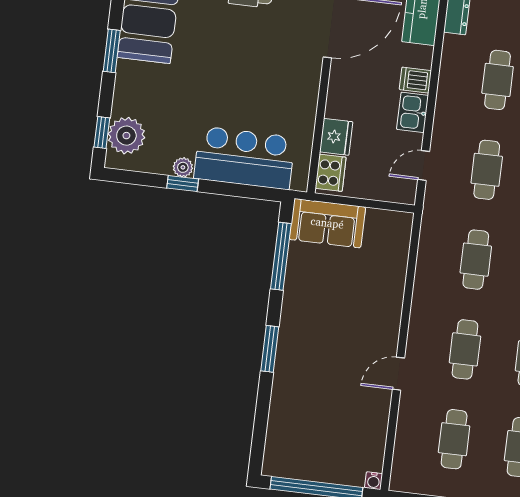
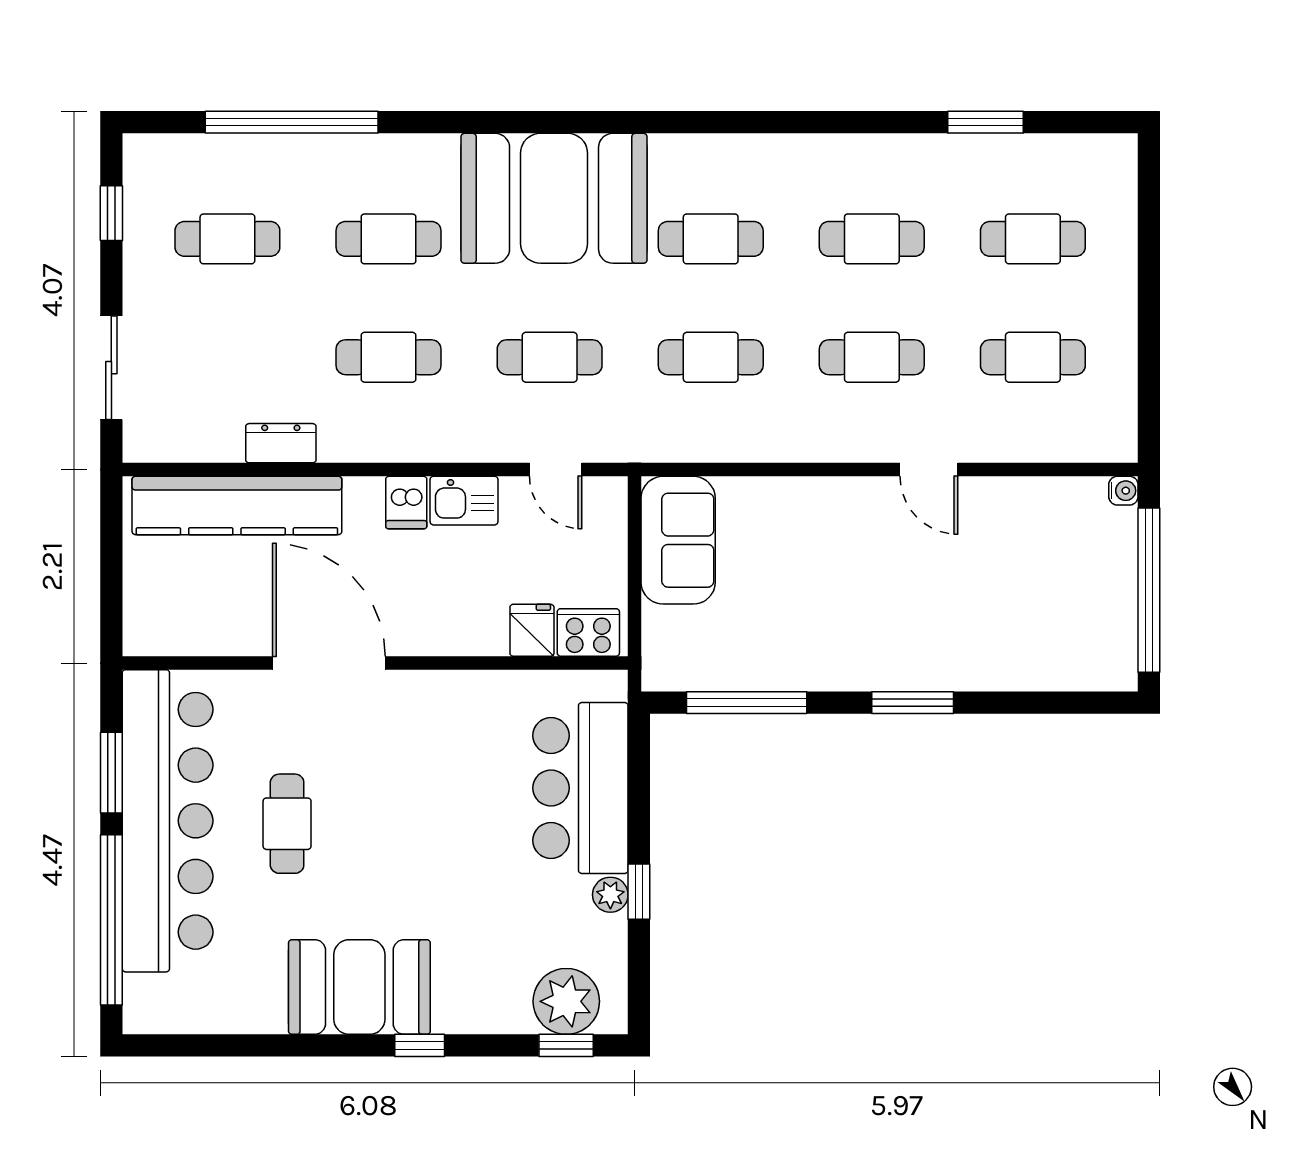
window: (112, 51) -> (420, 1045), width x0.67
fridge: (336, 137) -> (532, 630), width x0.72
sofa: (327, 223) -> (678, 540), moved

